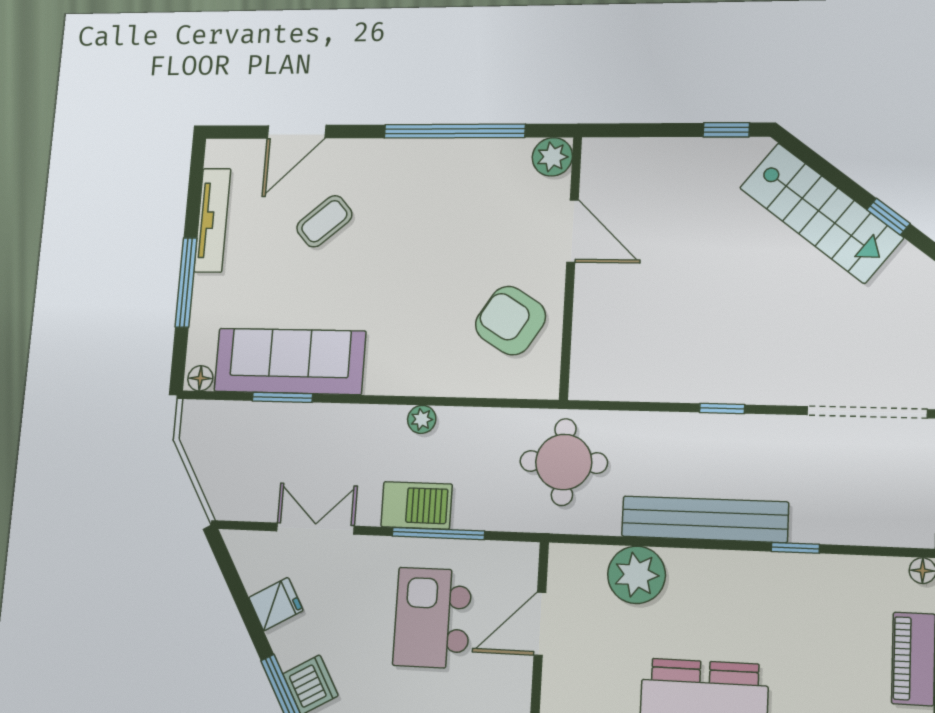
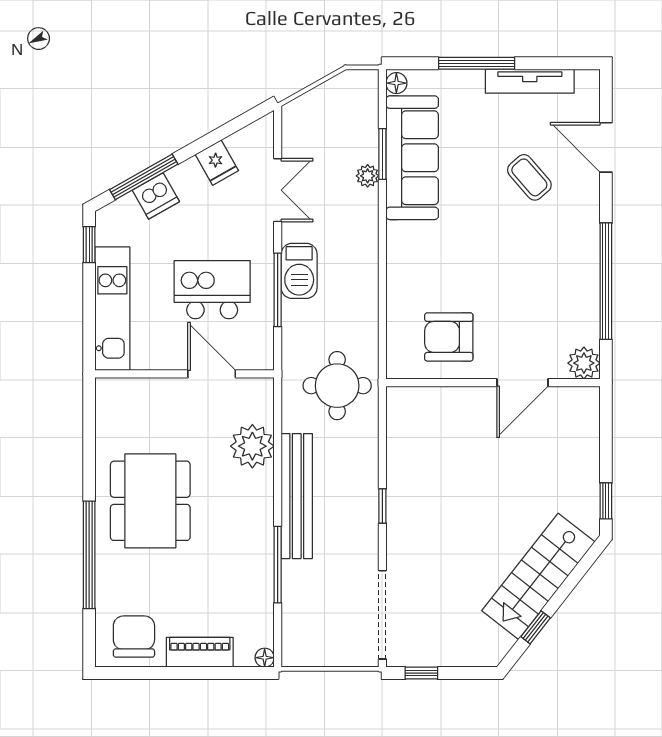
armchair: (510, 321) -> (449, 337), turned -122
plant: (422, 419) -> (368, 176), moved
window: (795, 548) -> (278, 565), width x2.17

